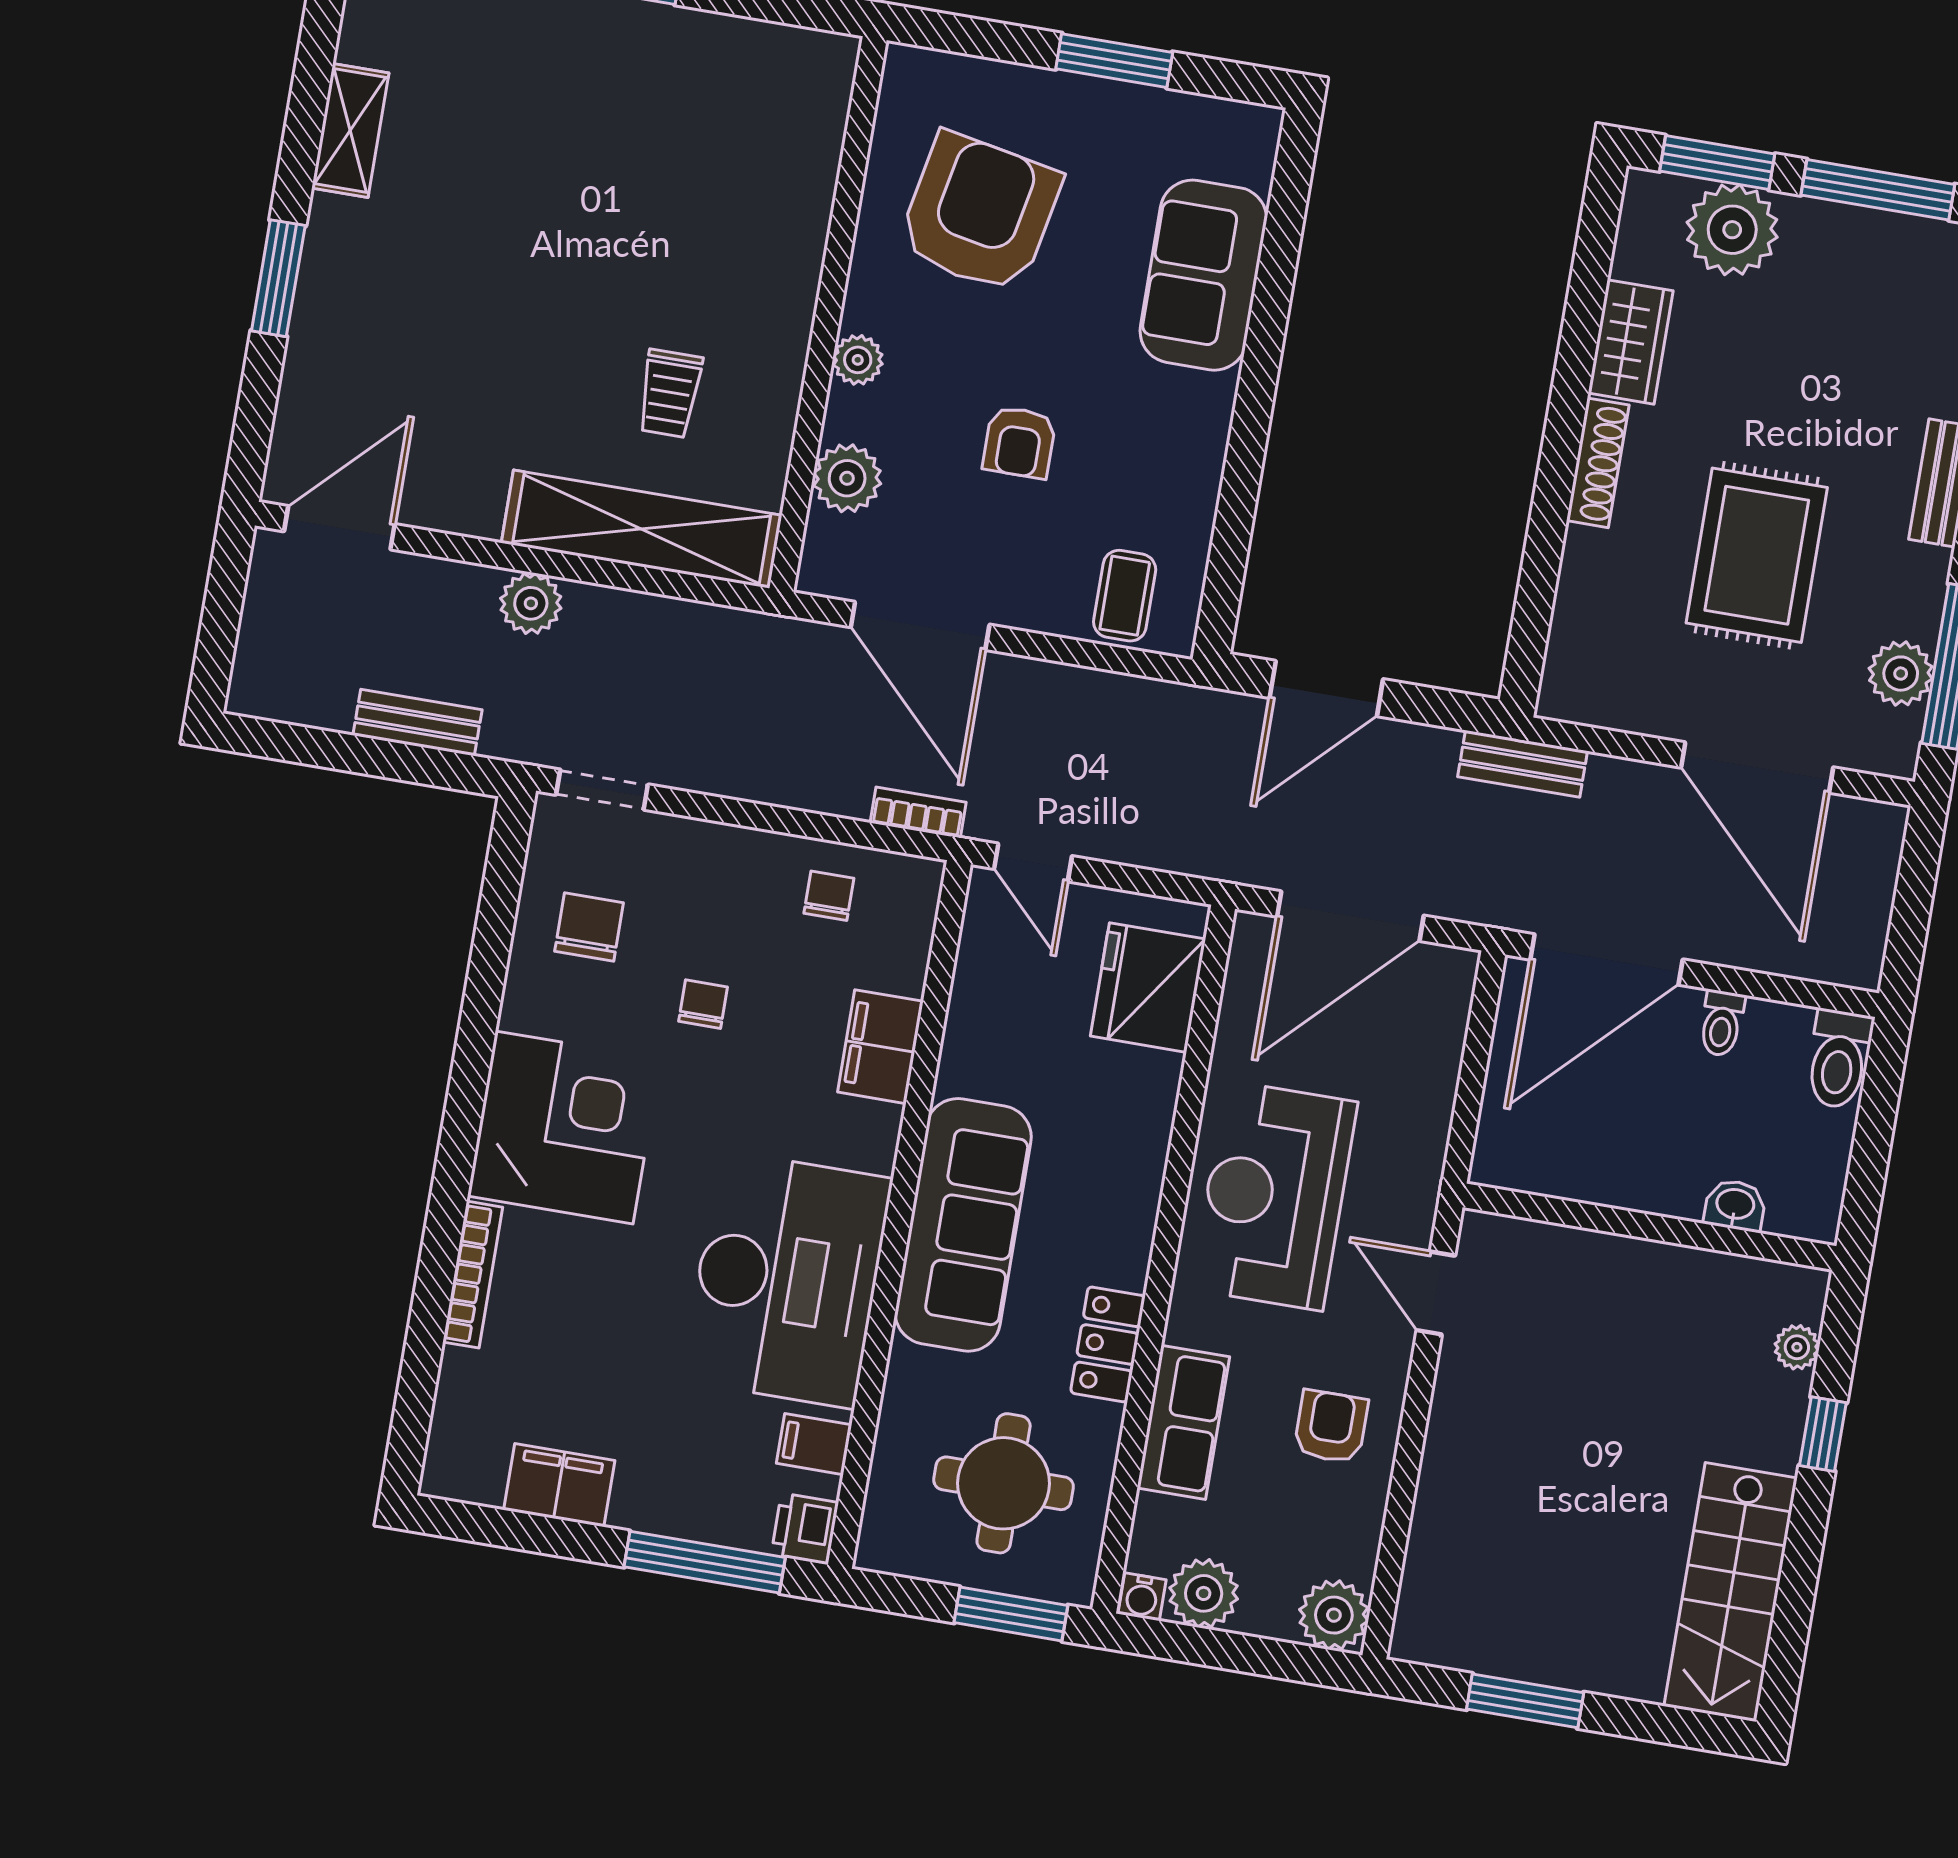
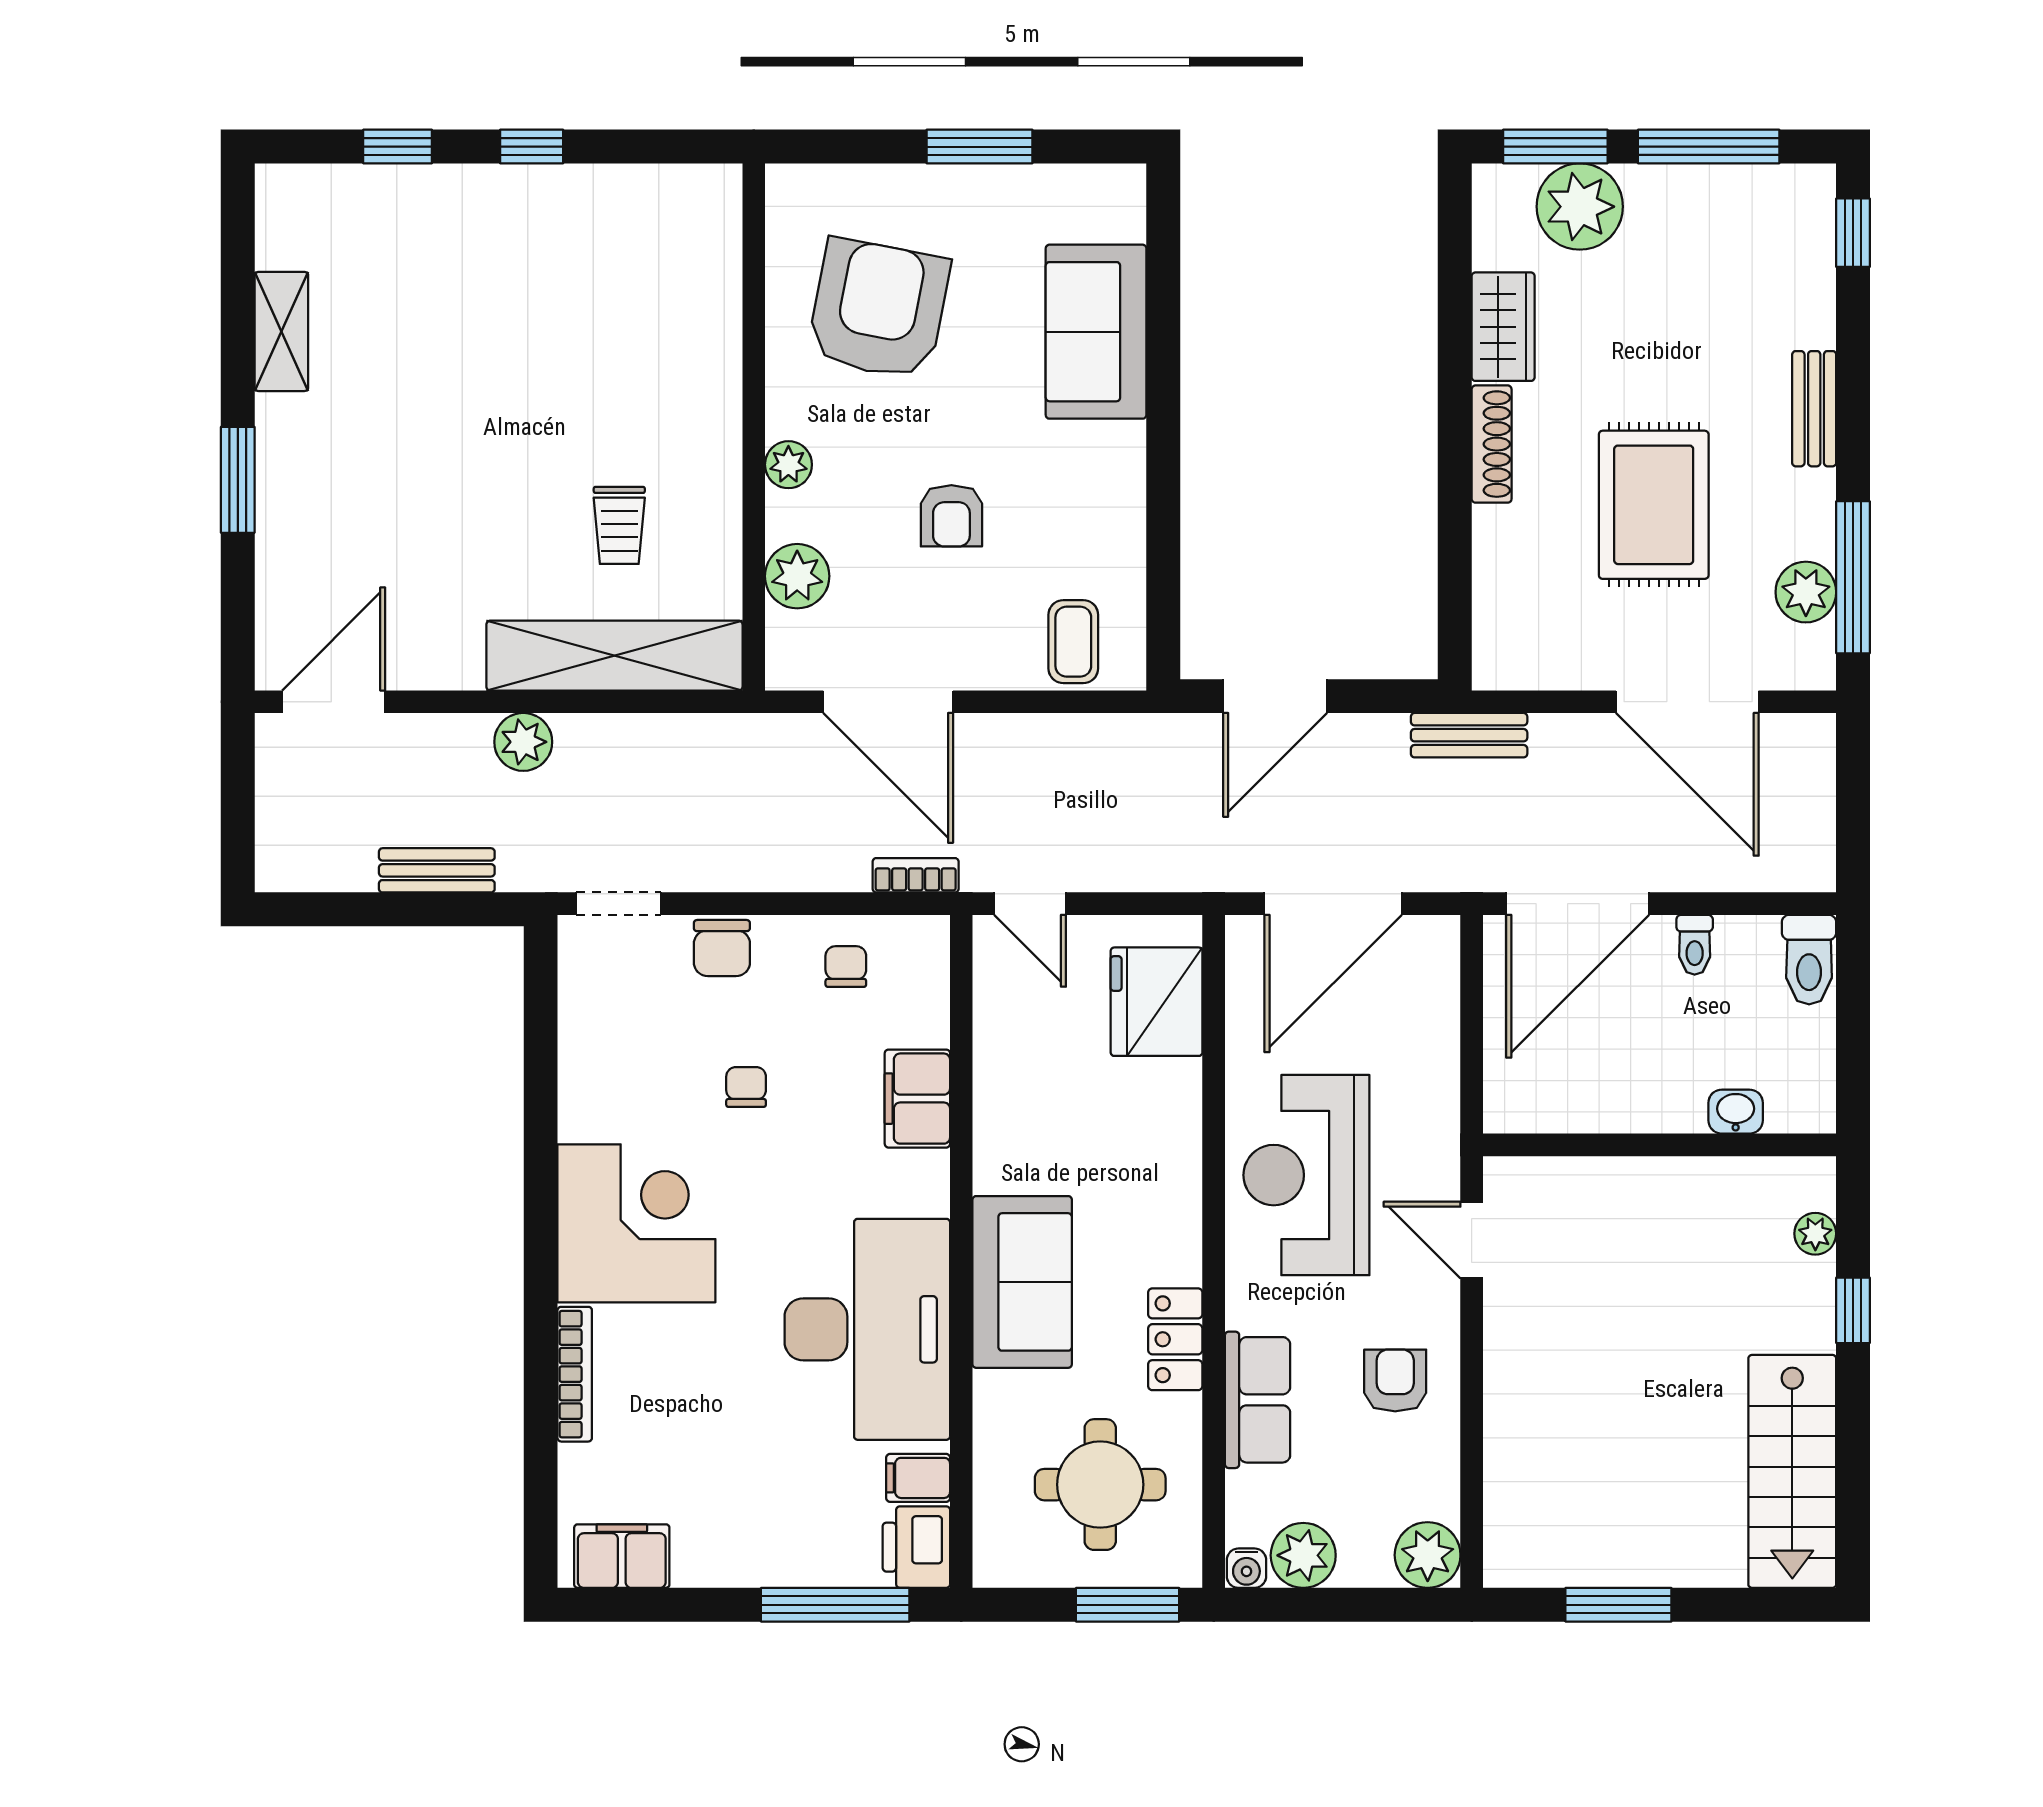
chair: (589, 927) -> (722, 948), moved, turned 180
sofa: (963, 1225) -> (1022, 1282), width x0.73
filing cabinet: (559, 1485) -> (622, 1556), moved
printer: (805, 1529) -> (916, 1547), width x1.36, depth x1.24

